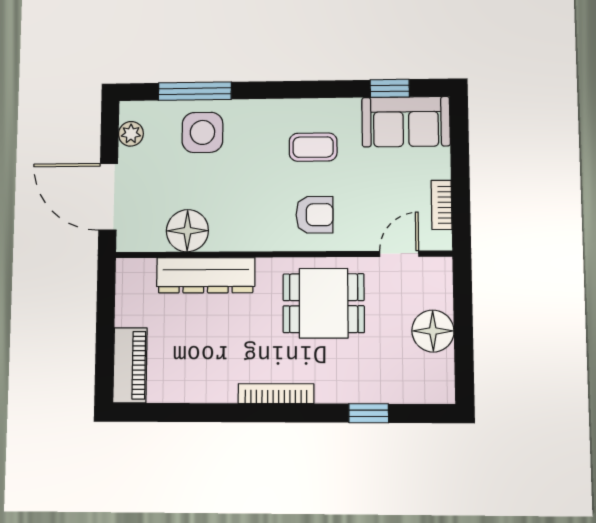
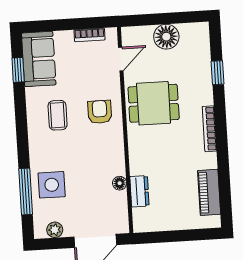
floor lamp: (187, 231) -> (120, 183), width x0.53, depth x0.53
door: (399, 254) -> (121, 59), swing flipped
dresser: (206, 275) -> (139, 191), width x0.51, depth x0.80
dining table: (324, 303) -> (154, 103), turned 90
piano: (130, 365) -> (209, 192), moved, turned -90

